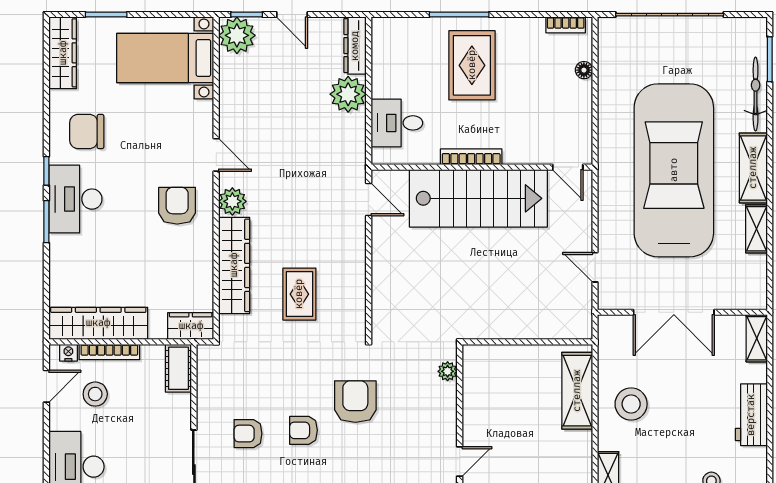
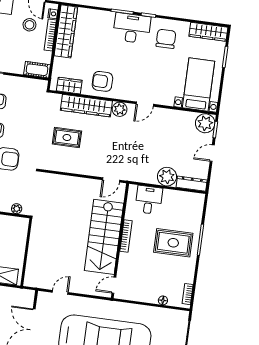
armchair: (177, 206) -> (102, 81), moved, turned 180
wardrobe: (191, 326) -> (69, 86), moved, turned -90

